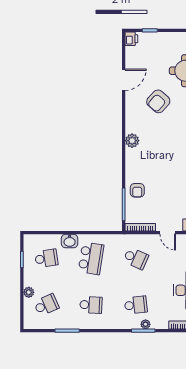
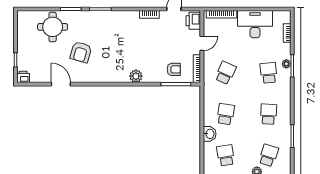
armchair: (158, 101) -> (81, 52), turned 64
plant: (132, 141) -> (136, 76), moved
armchair: (137, 190) -> (174, 69), moved
school desk: (91, 258) -> (226, 114), width x0.54
school desk: (46, 305) -> (269, 155), turned 42

